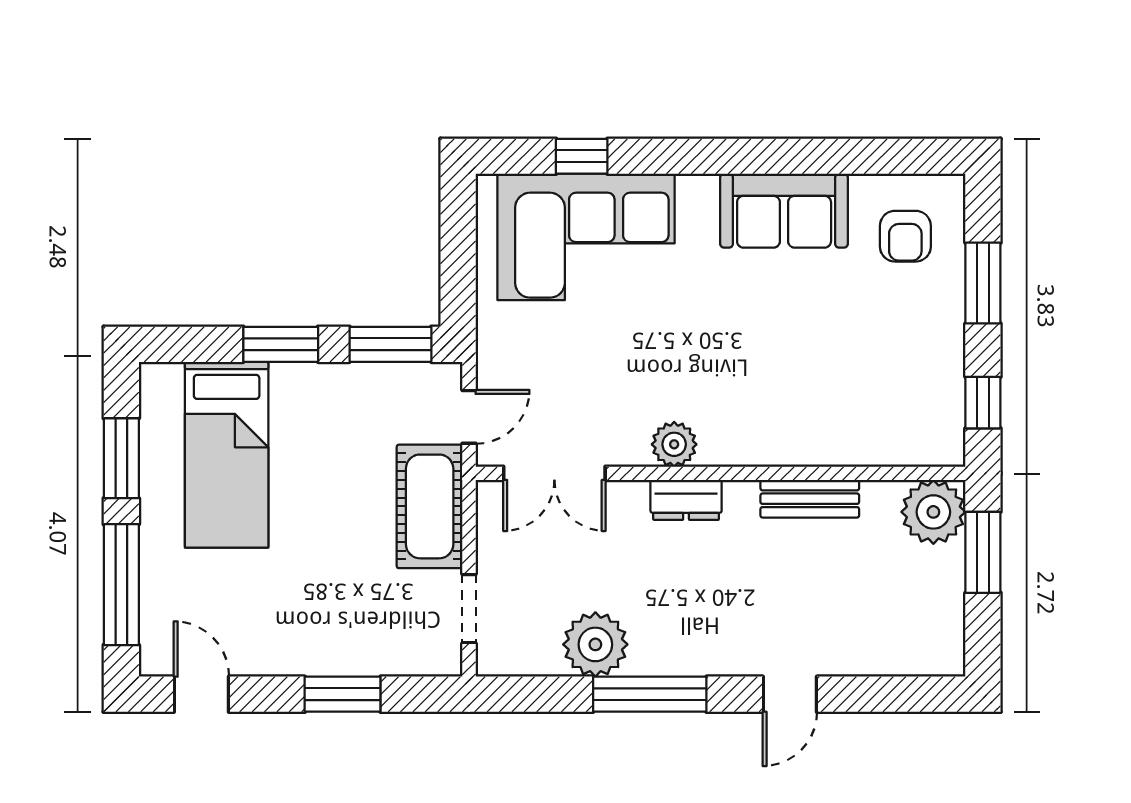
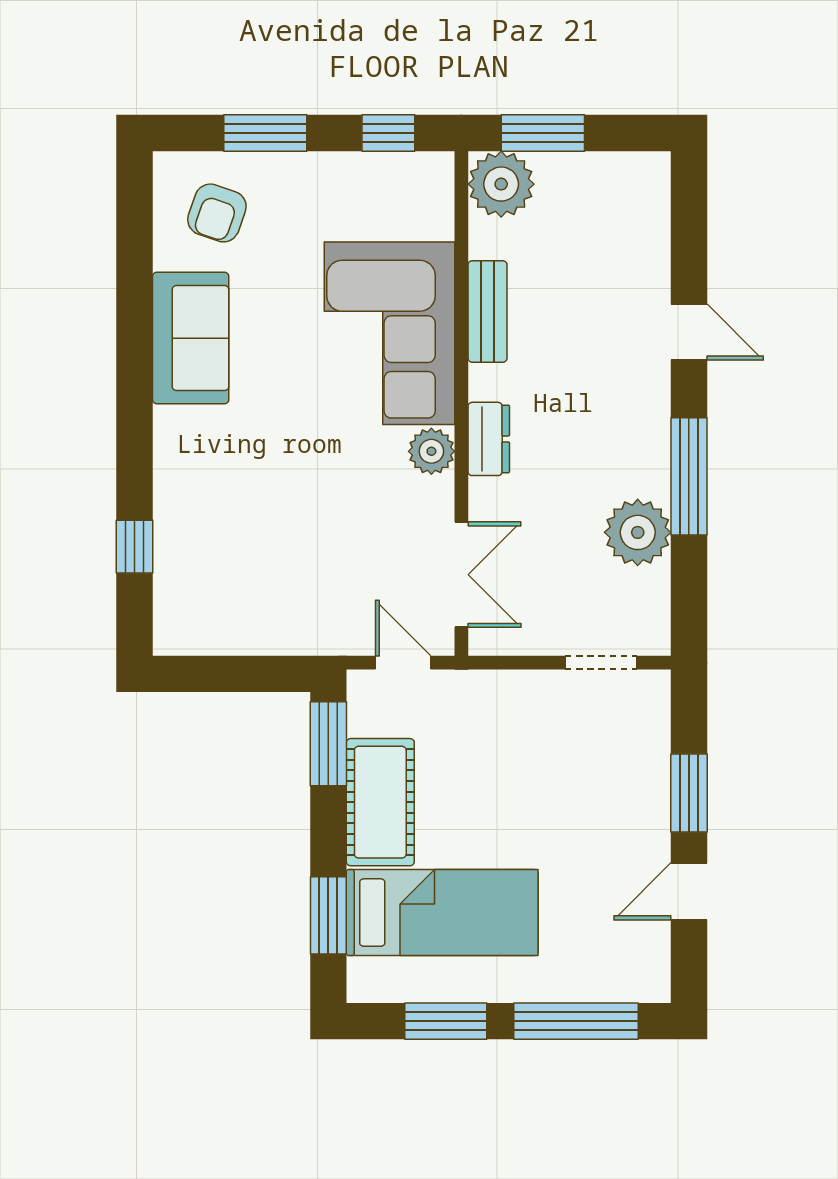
armchair: (905, 236) -> (217, 213), turned 109
corner sofa: (586, 237) -> (389, 333), moved, turned 180
window: (281, 344) -> (328, 915), moved
cot: (430, 506) -> (380, 802), moved, turned 90
door: (201, 694) -> (689, 891), moved

